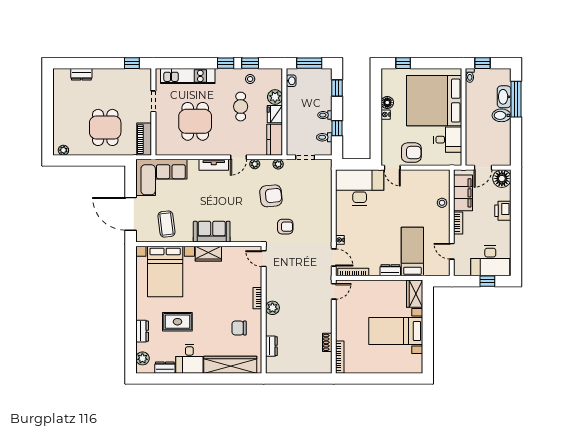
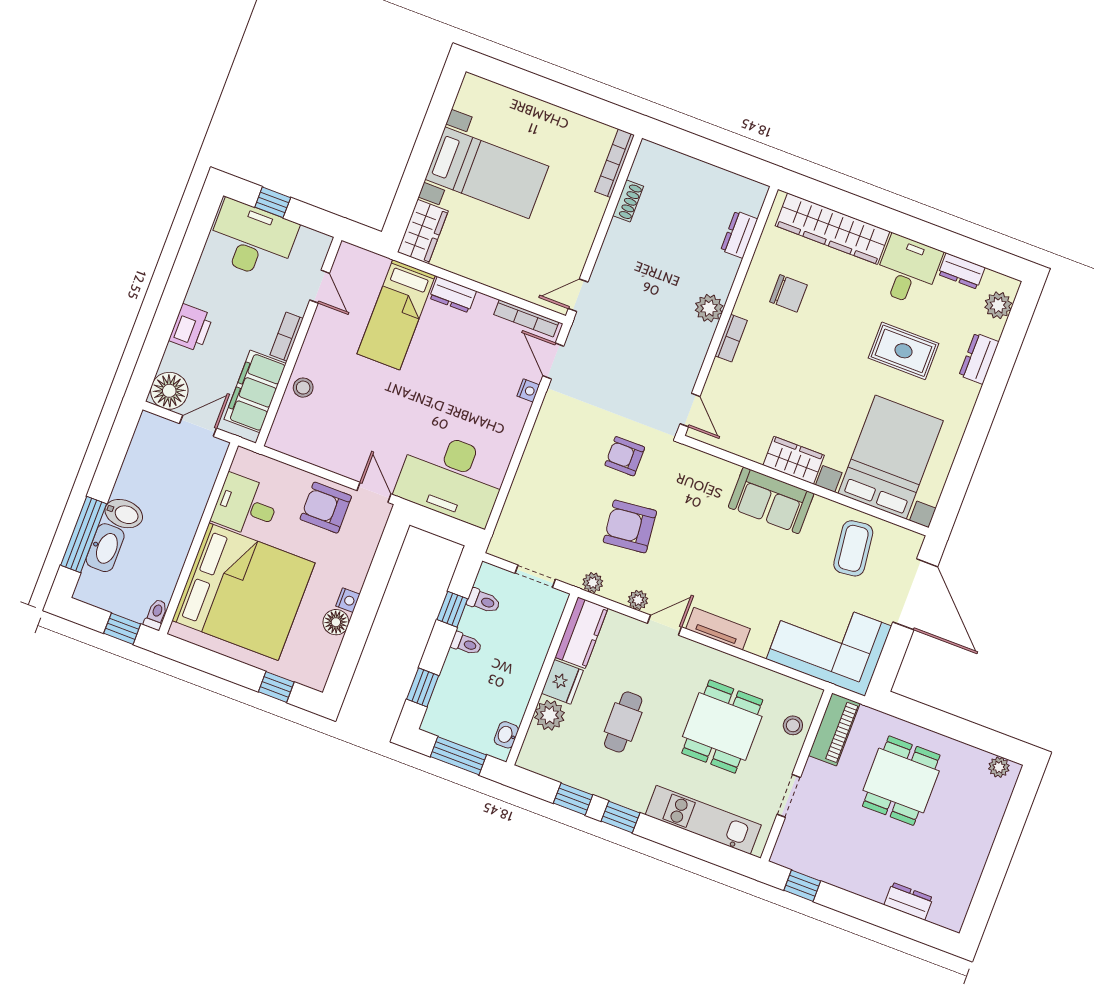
stool: (250, 79) -> (793, 725), moved

